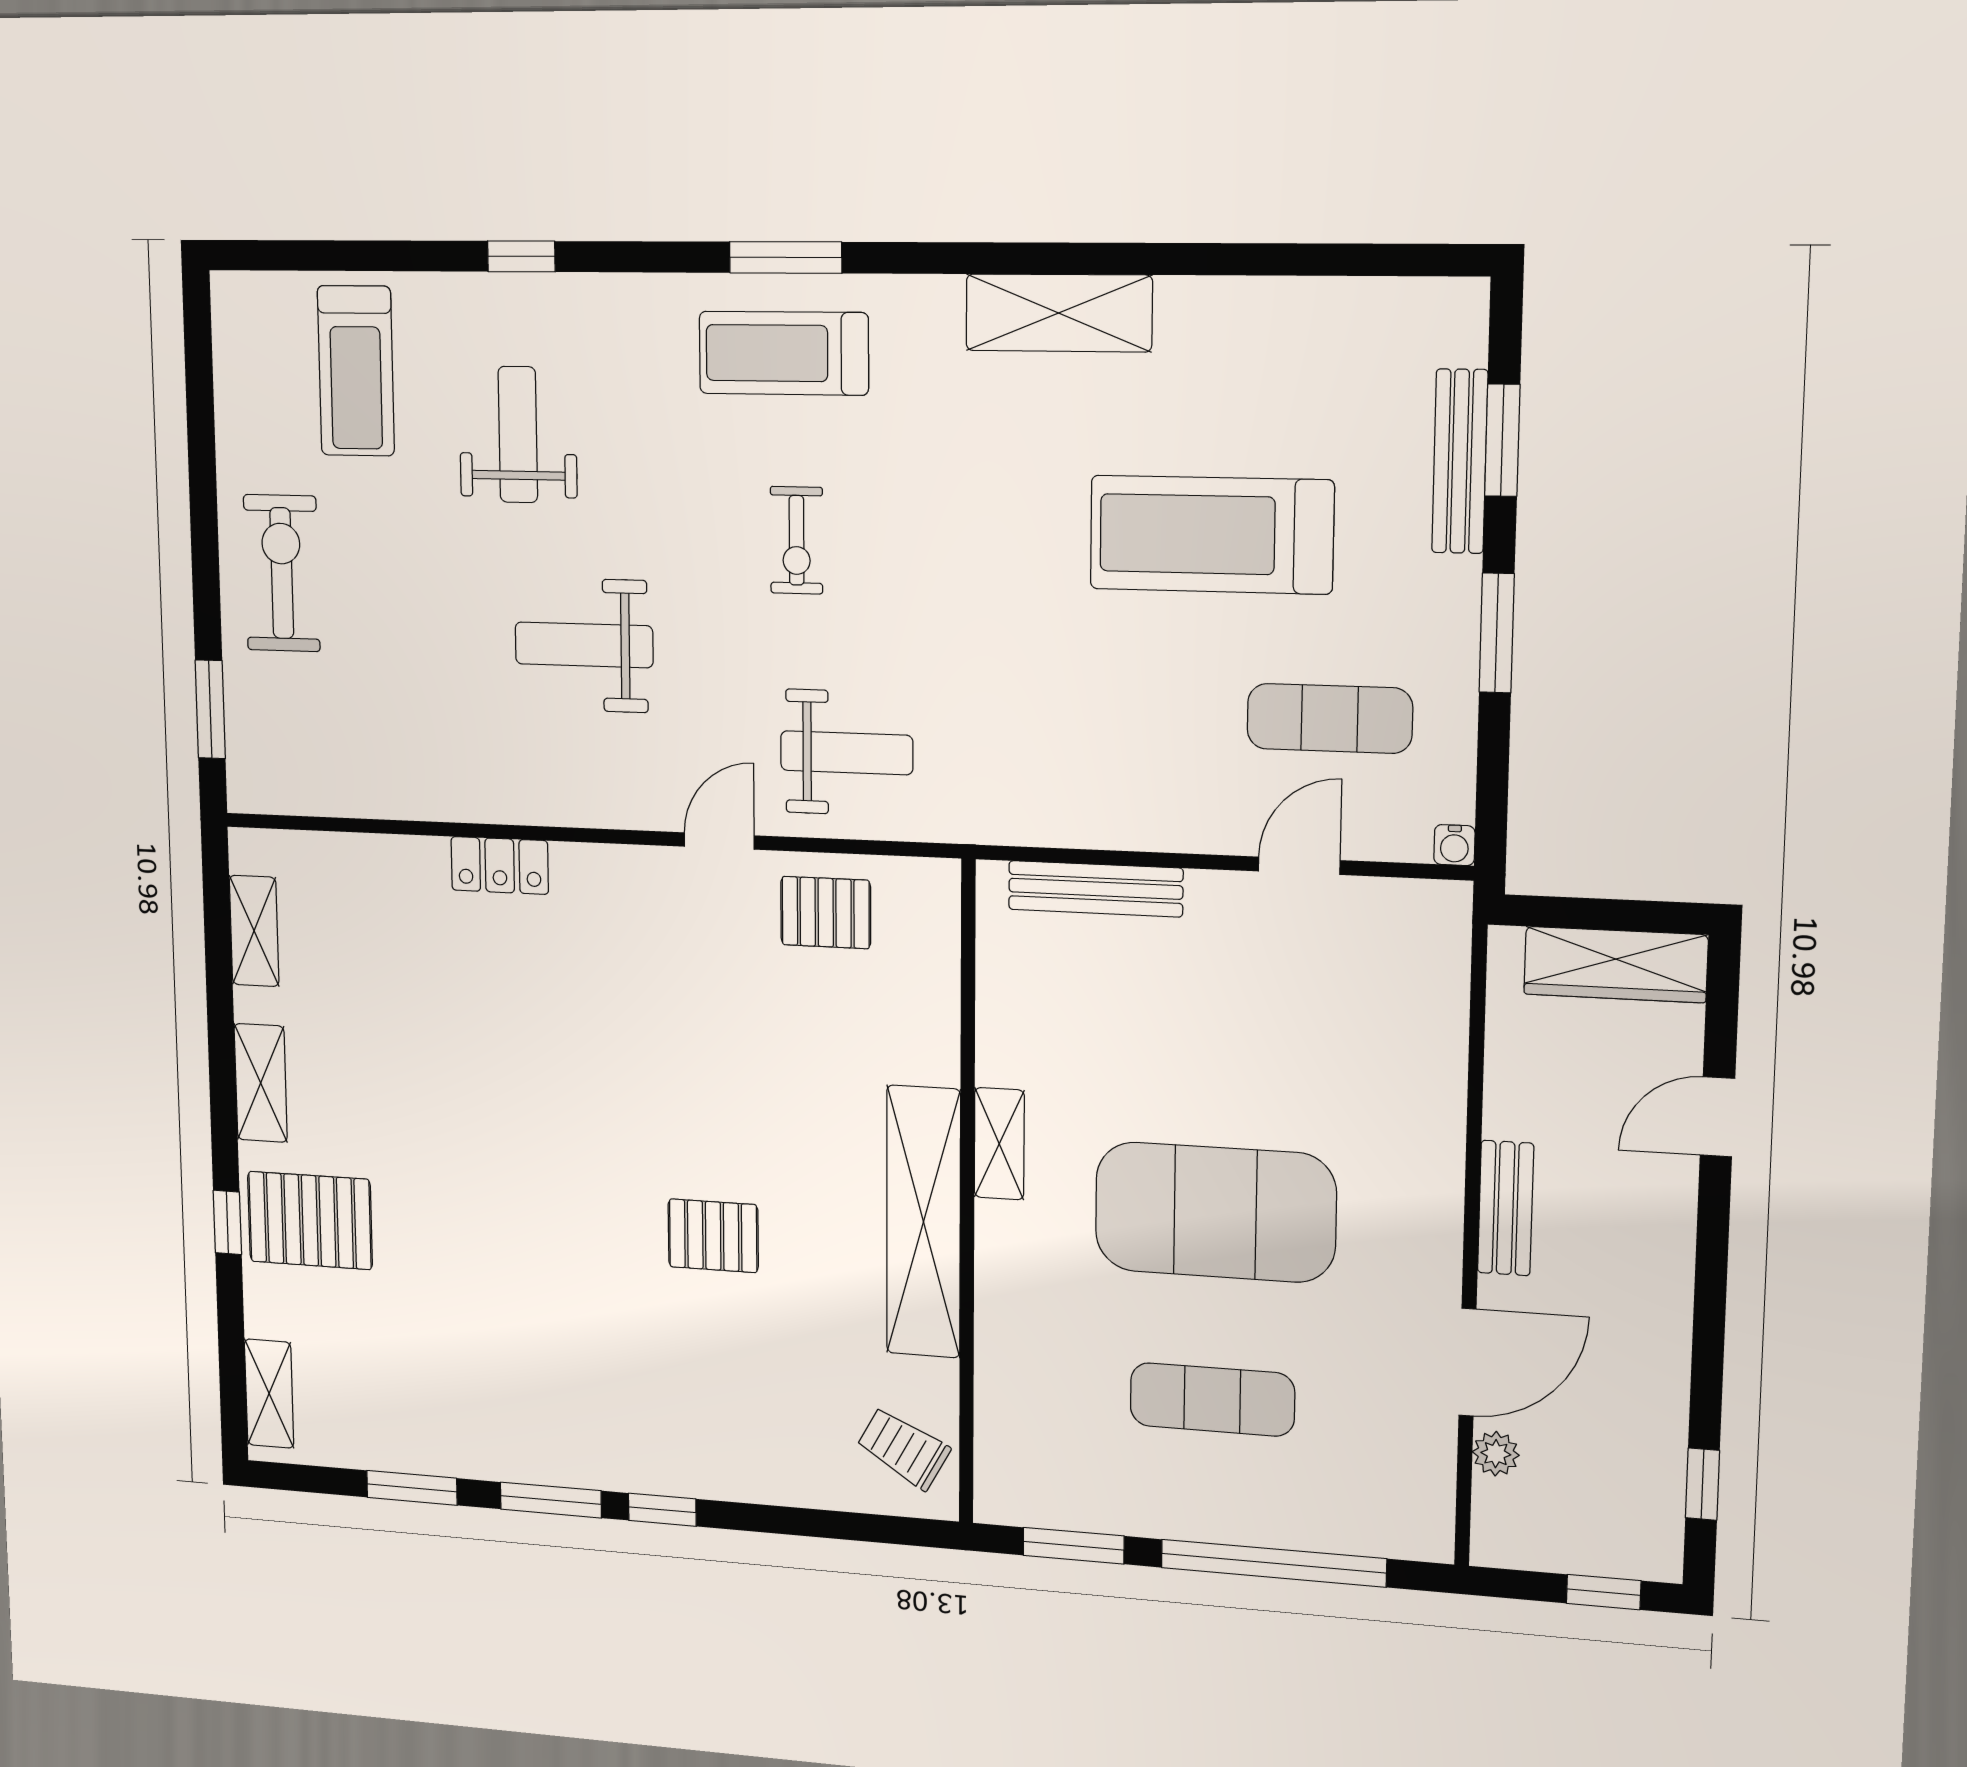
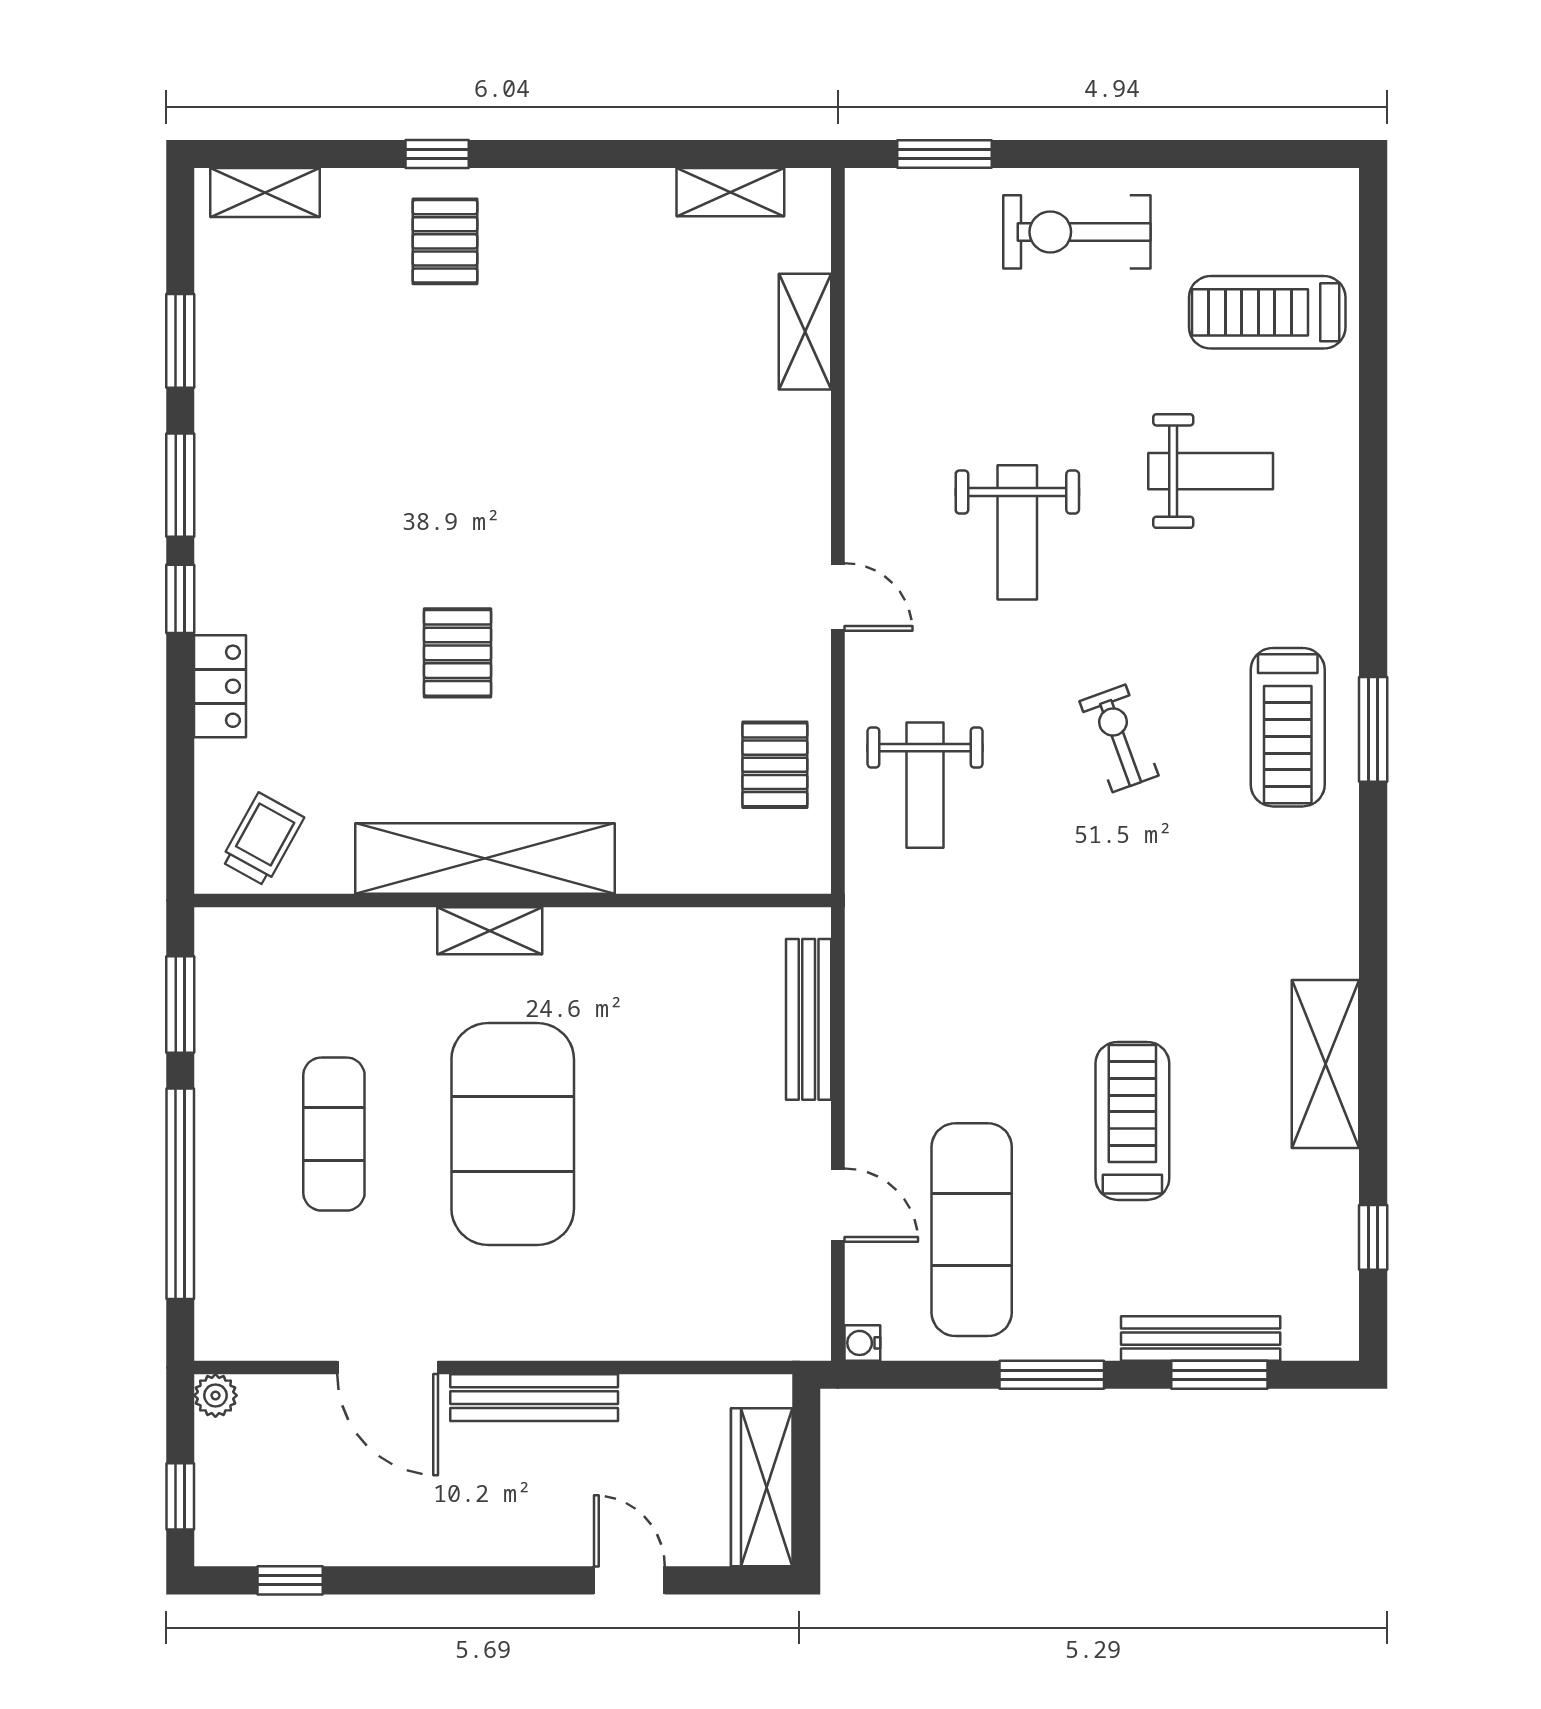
window: (521, 256) -> (1373, 1237), moved
shelving: (1059, 313) -> (1326, 1064), moved
treadmill: (784, 353) -> (1288, 727), turned 180
treadmill: (1211, 535) -> (1132, 1121), width x0.73, depth x0.73
exercise bike: (797, 540) -> (1119, 738), turned 70
exercise bike: (282, 573) -> (1077, 232), turned 180
weight bench: (584, 645) -> (1017, 532), turned 180
exercise mat: (1330, 718) -> (972, 1230), width x1.36, depth x1.45
door: (719, 841) -> (838, 597), moved
locker: (500, 865) -> (220, 686), moved, turned 180
shelving: (261, 1083) -> (805, 332), moved, turned 90
shelving: (999, 1144) -> (490, 931), moved
bench: (1506, 1208) -> (534, 1398), width x1.36
pallet: (310, 1220) -> (445, 241), width x0.67, depth x0.71
plant: (1496, 1454) -> (215, 1395), moved

